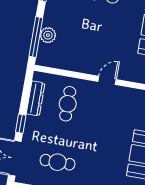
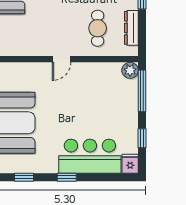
plant: (48, 35) -> (130, 70), moved

